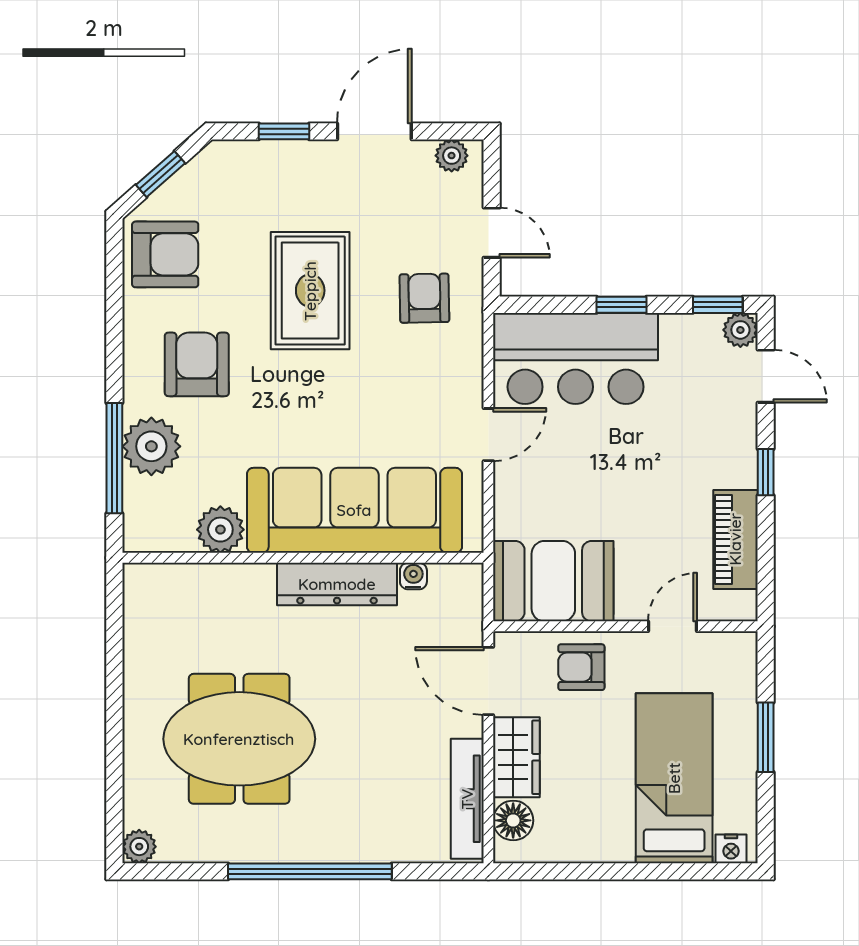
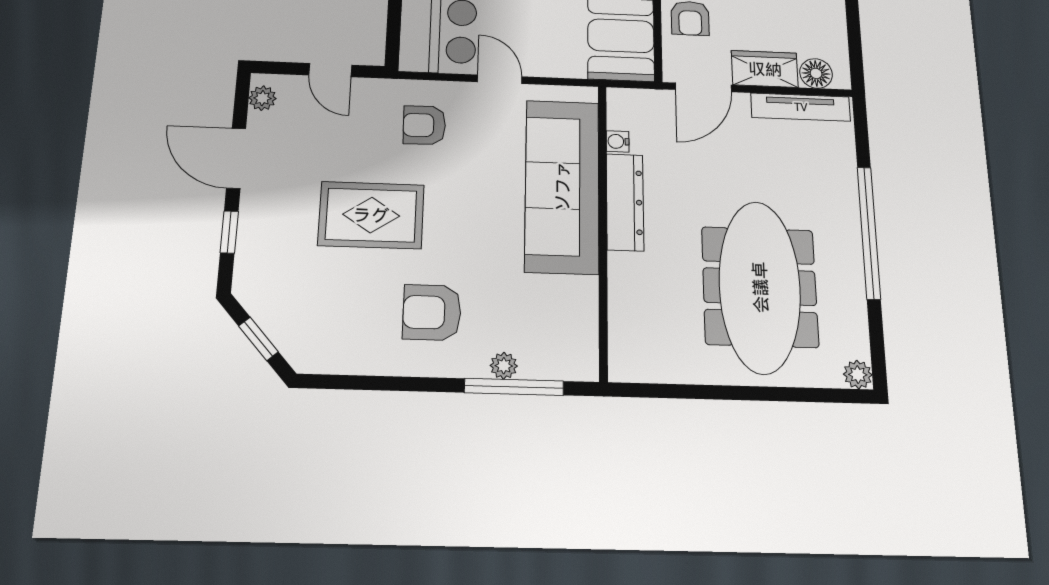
door: (492, 233) -> (330, 70), swing flipped
armchair: (165, 254) -> (332, 337), removed
armchair: (424, 298) -> (424, 125), moved
plant: (151, 446) -> (504, 366), width x0.53, depth x0.53
plant: (220, 530) -> (578, 297), removed
meeting table: (239, 739) -> (760, 287), width x1.36

